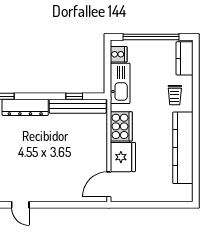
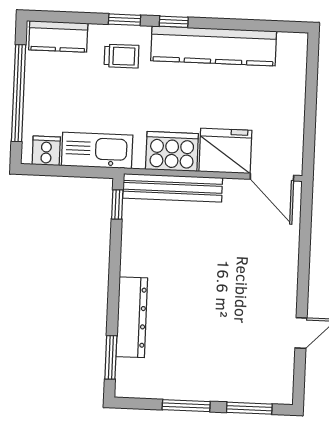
window: (74, 96) -> (117, 205), moved
window: (196, 96) -> (125, 20), added
bench: (78, 106) -> (173, 188), moved, turned 90
window: (196, 124) -> (174, 22), added

